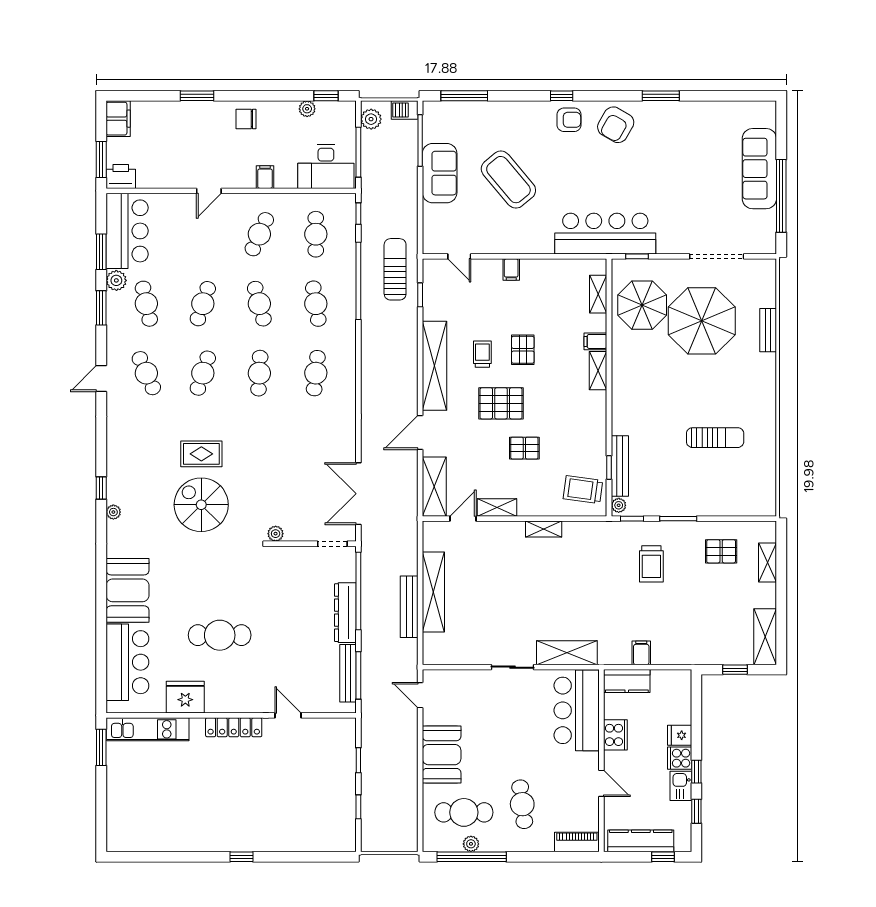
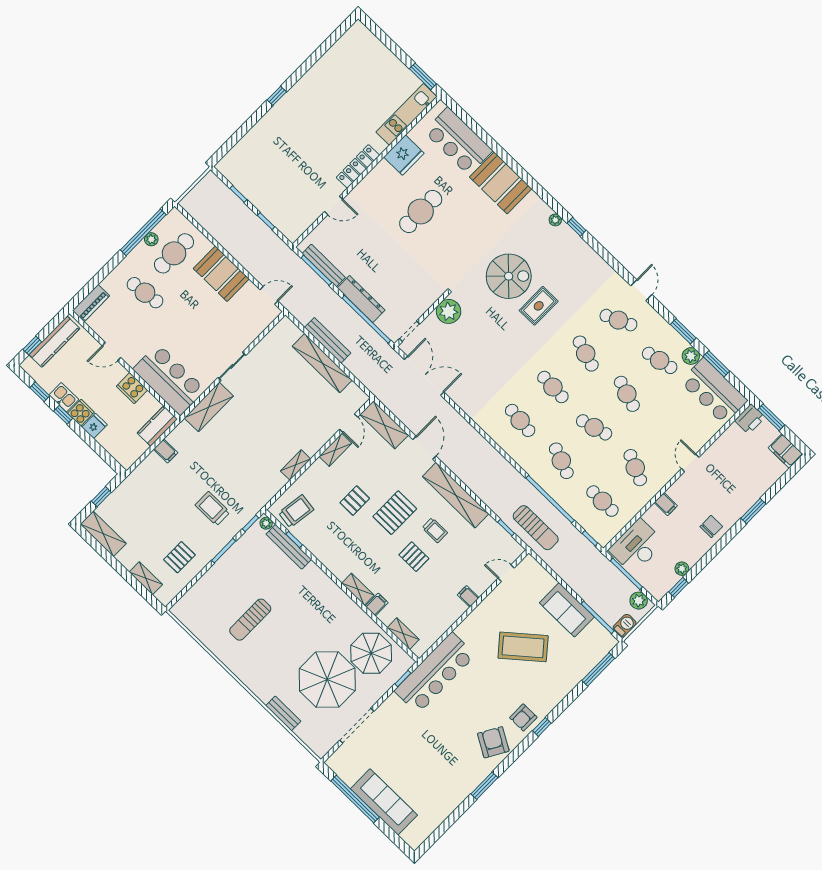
cafe table: (316, 304) -> (561, 461), turned 30
plant: (276, 534) -> (449, 311), width x1.88, depth x1.88

